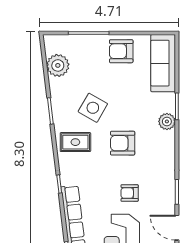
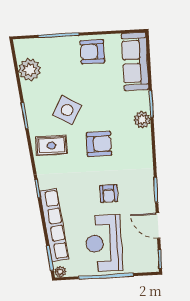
armchair: (123, 143) -> (99, 144), turned 180
armchair: (130, 193) -> (109, 194), turned -90

